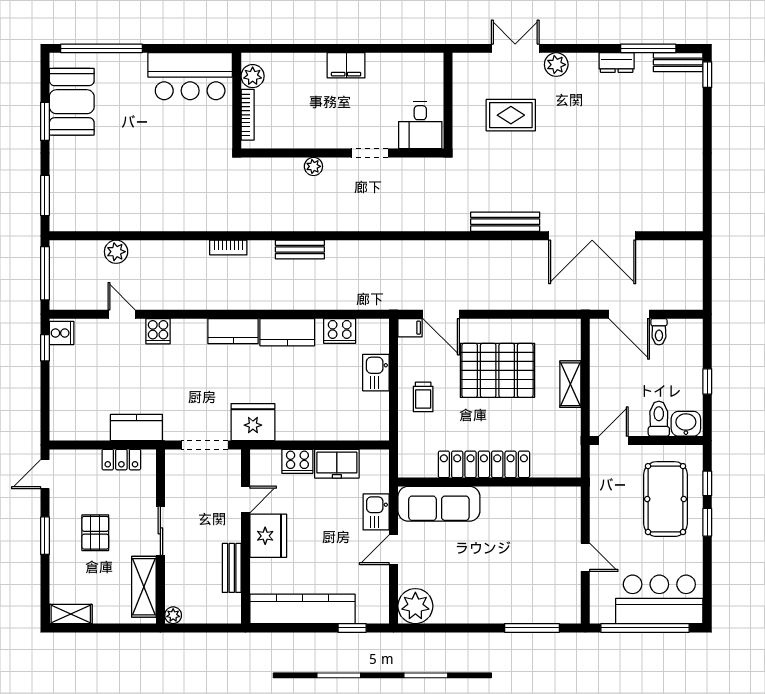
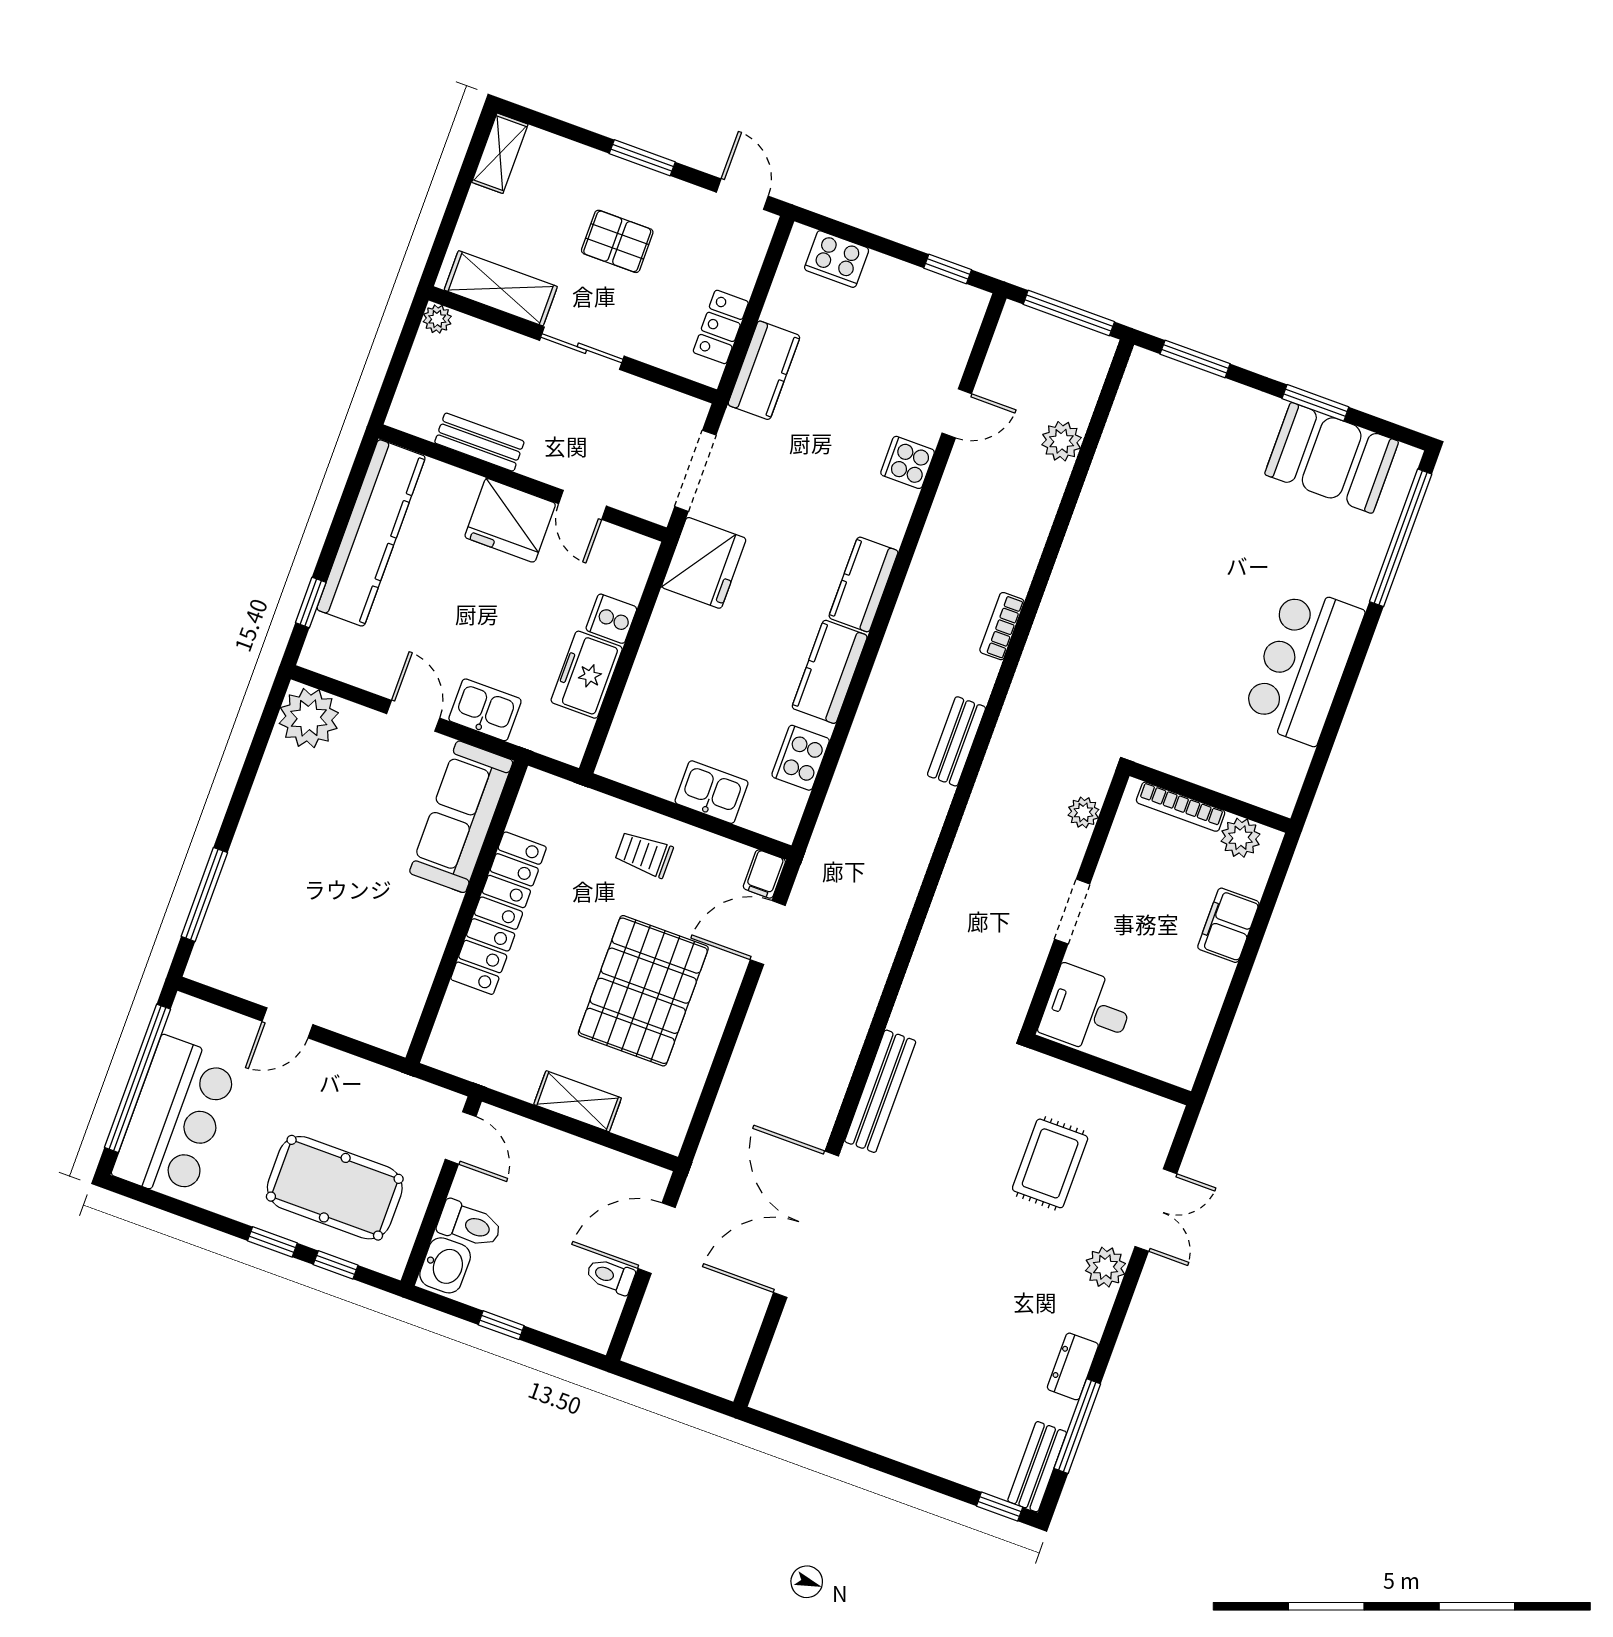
plant: (253, 76) -> (1240, 838), moved
wall: (237, 101) -> (1210, 797), moved
bookcase: (248, 115) -> (1181, 807), moved
cooker: (62, 333) -> (837, 259), moved, width x1.36
cooker: (297, 461) -> (611, 619), width x0.73

